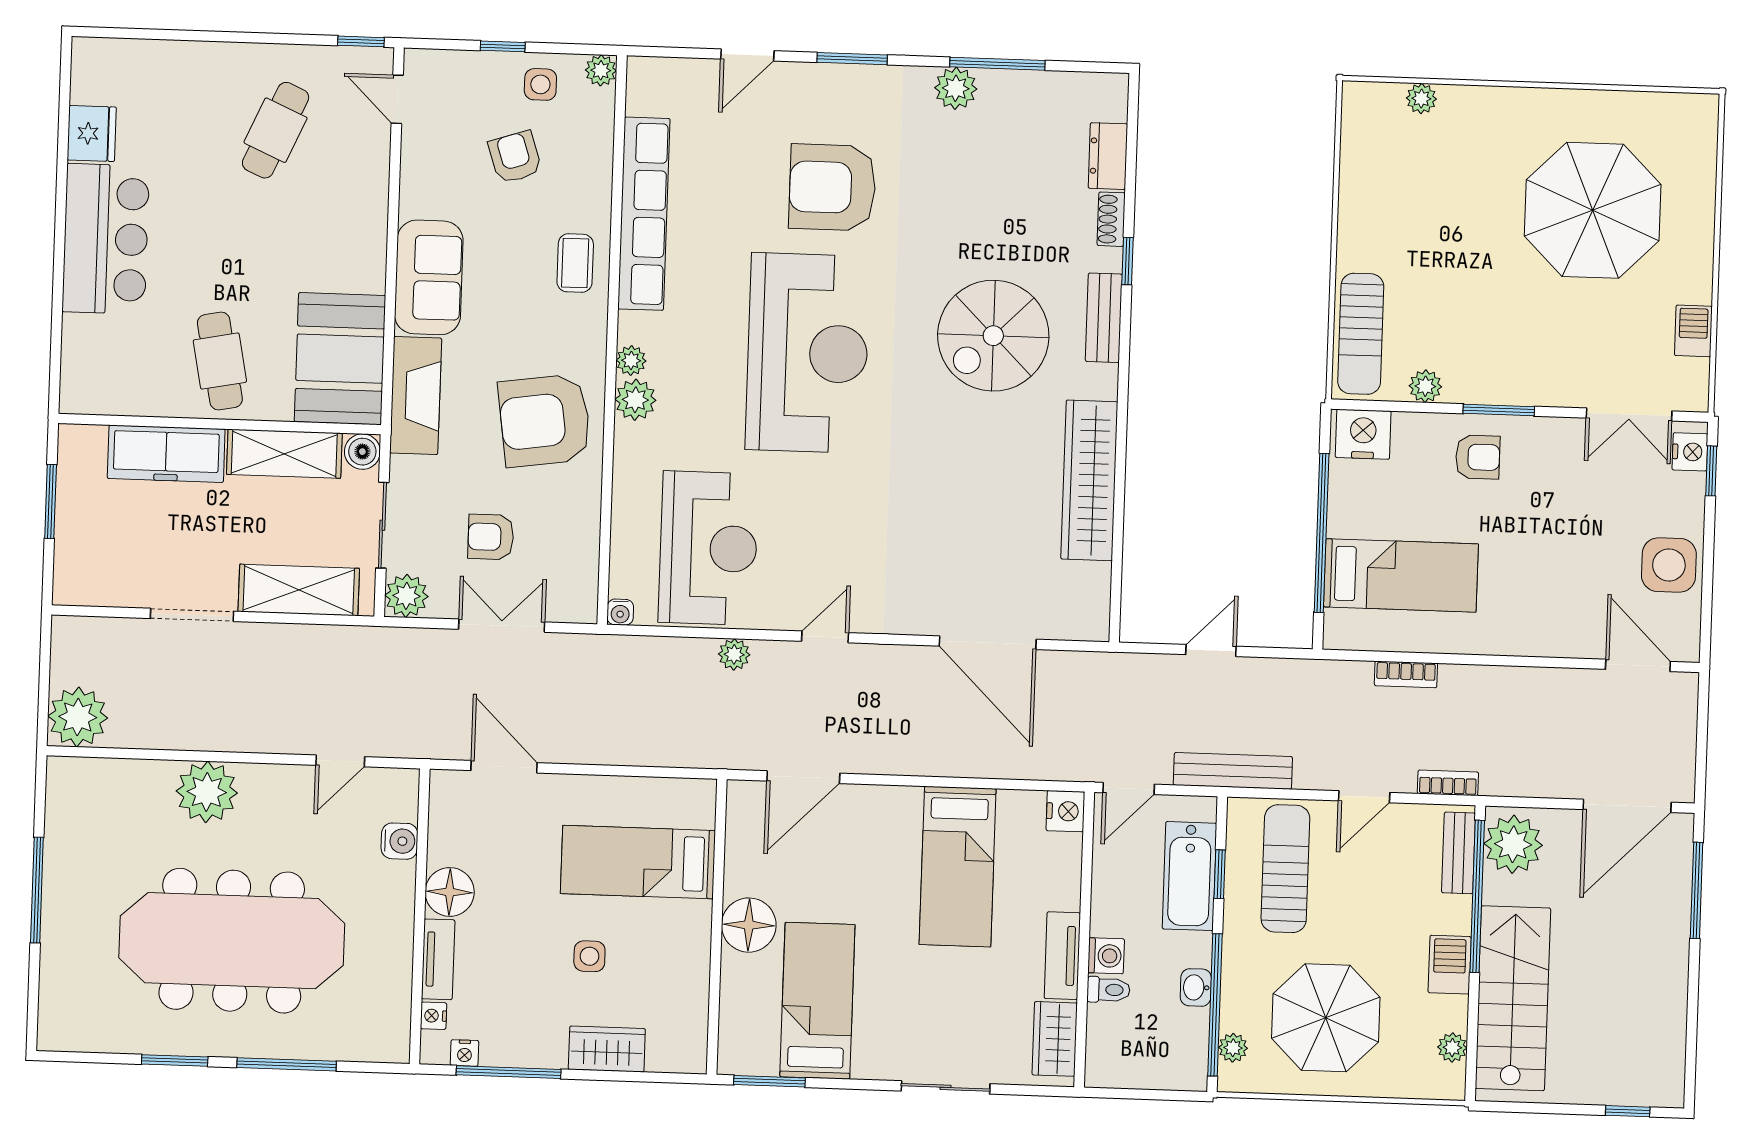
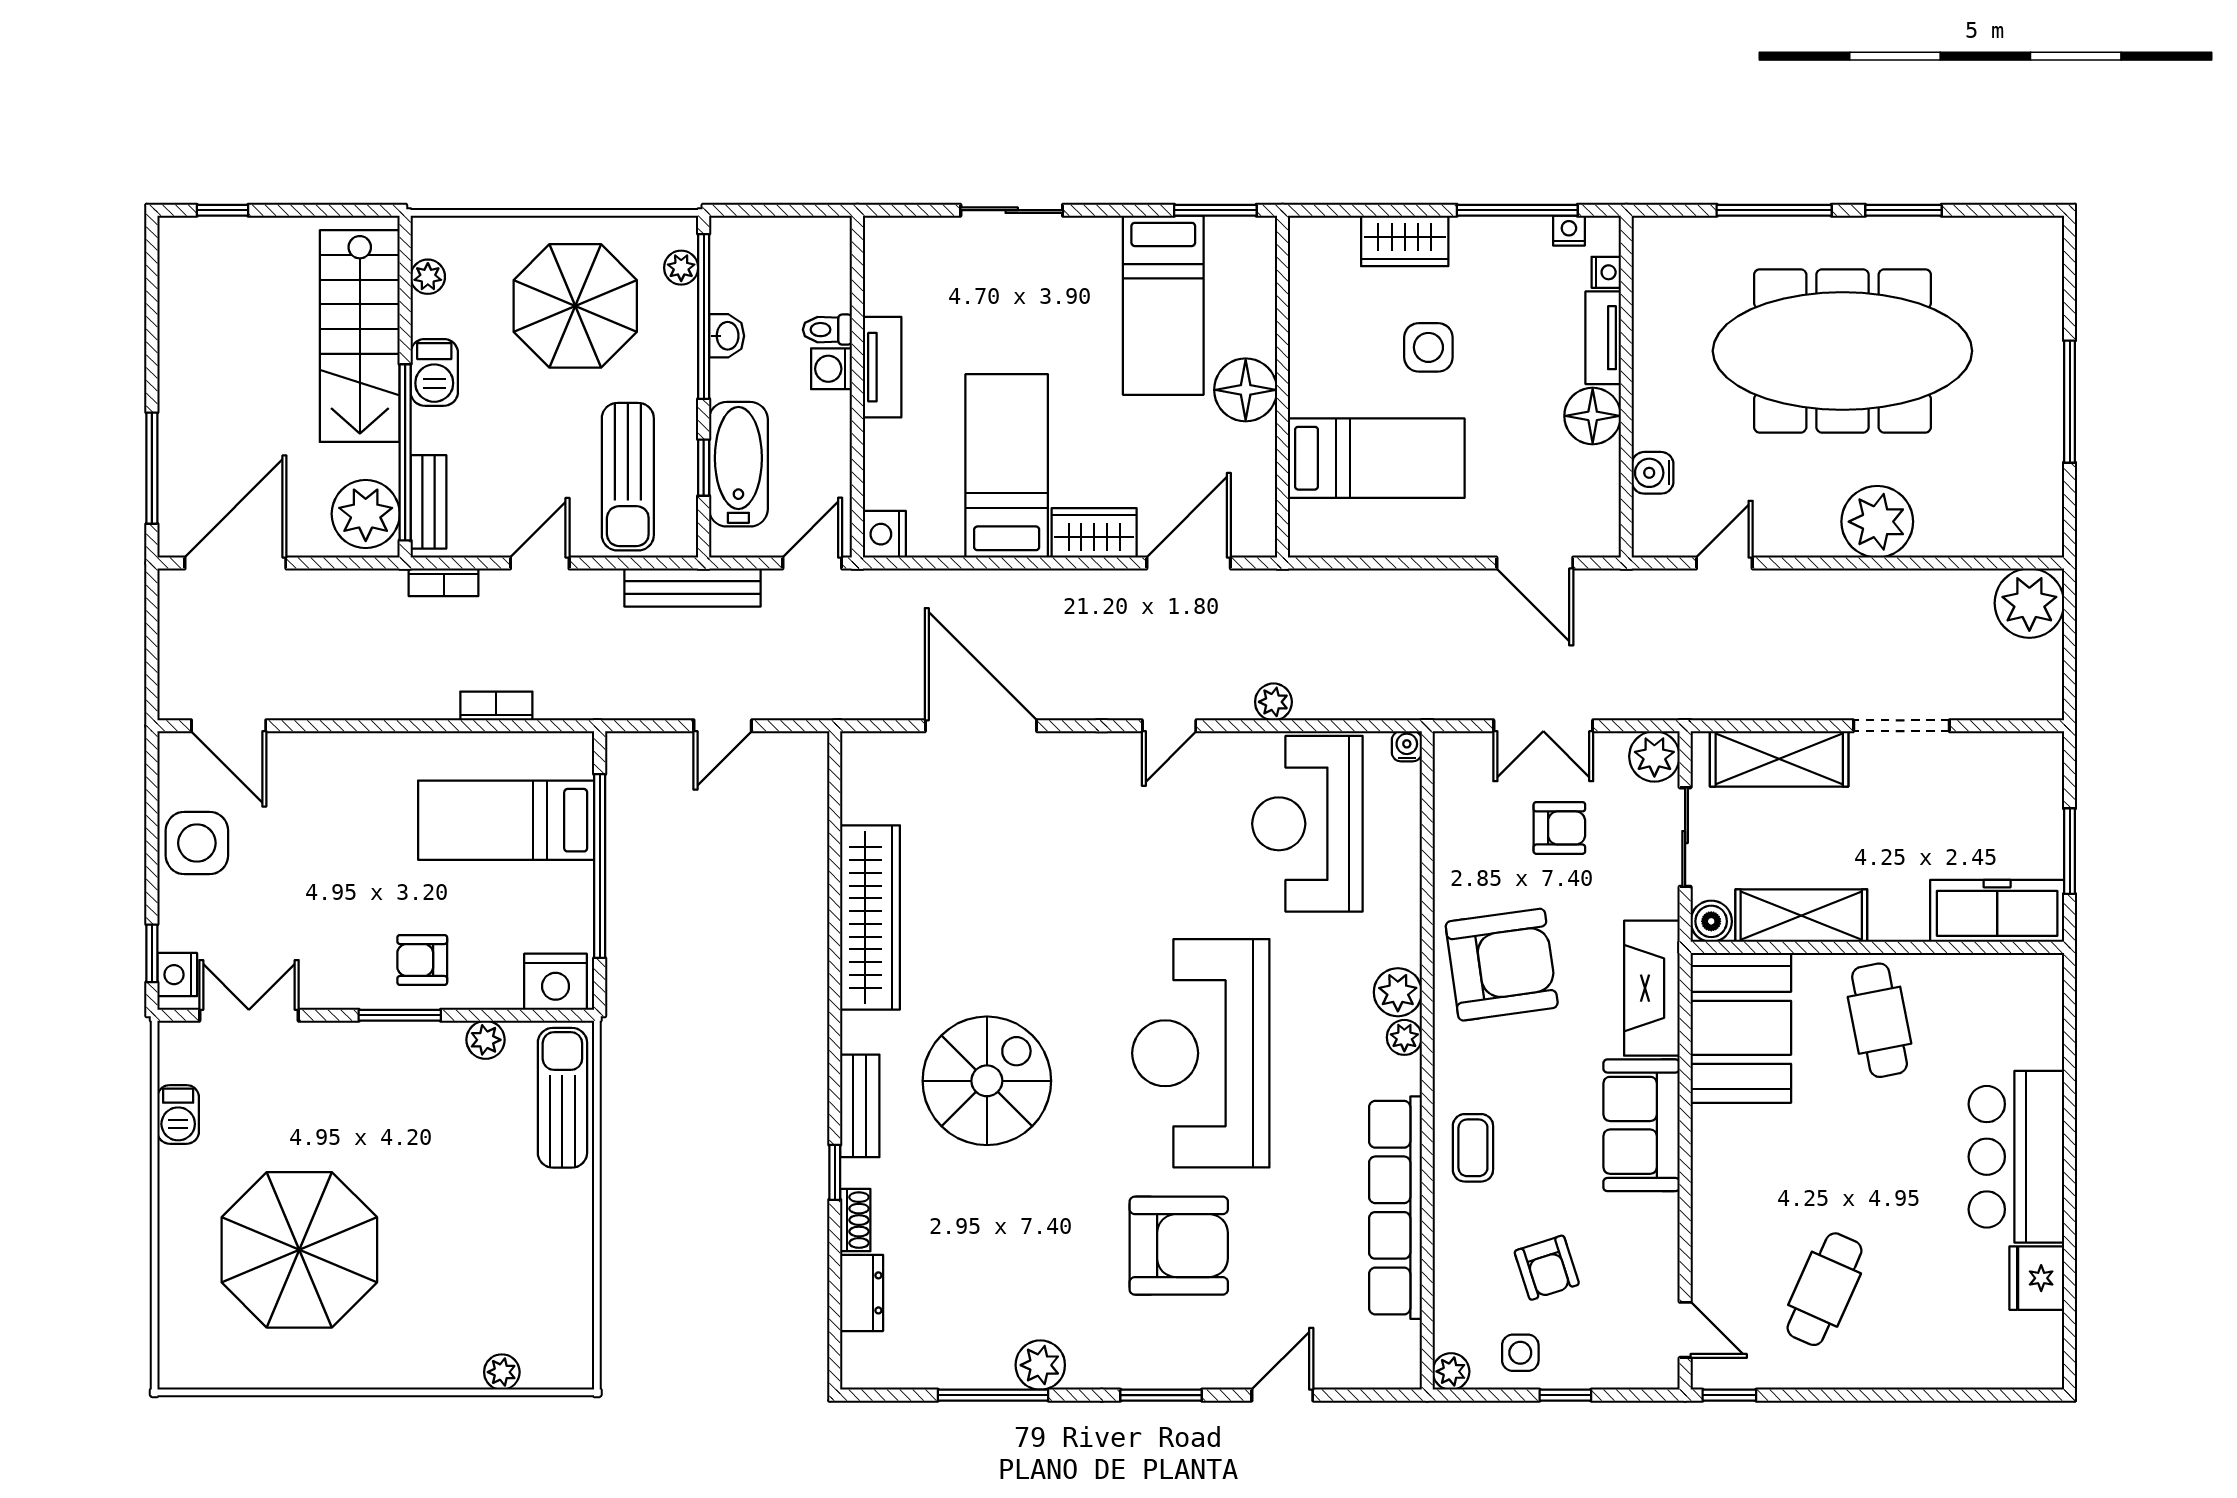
freezer: (166, 454) -> (1997, 911), moved
side table: (589, 956) -> (1428, 347), width x1.37, depth x1.37
wardrobe: (1055, 1039) -> (1094, 533), moved, turned -90

